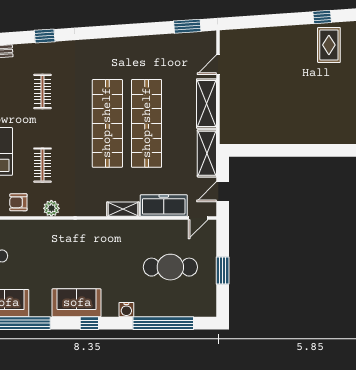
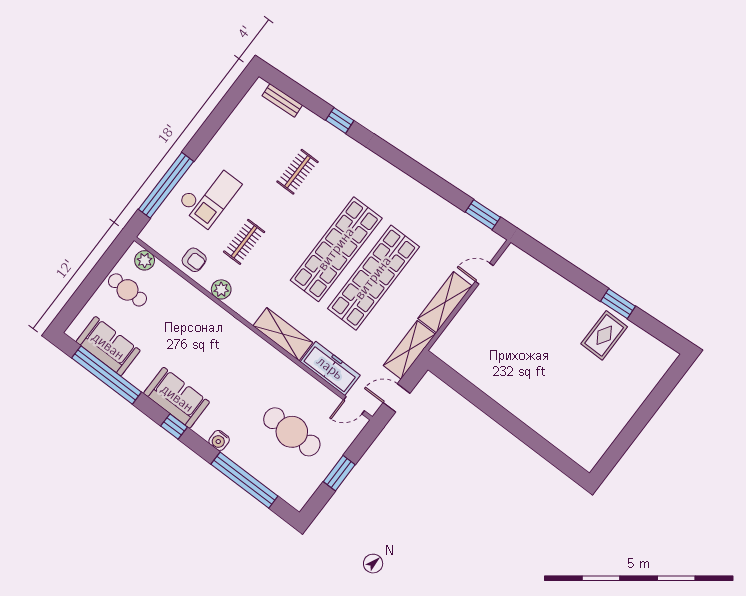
window: (322, 17) -> (618, 304), width x1.50
armchair: (18, 202) -> (194, 260), turned 180
shelving: (123, 209) -> (283, 334), width x1.50, depth x1.33

